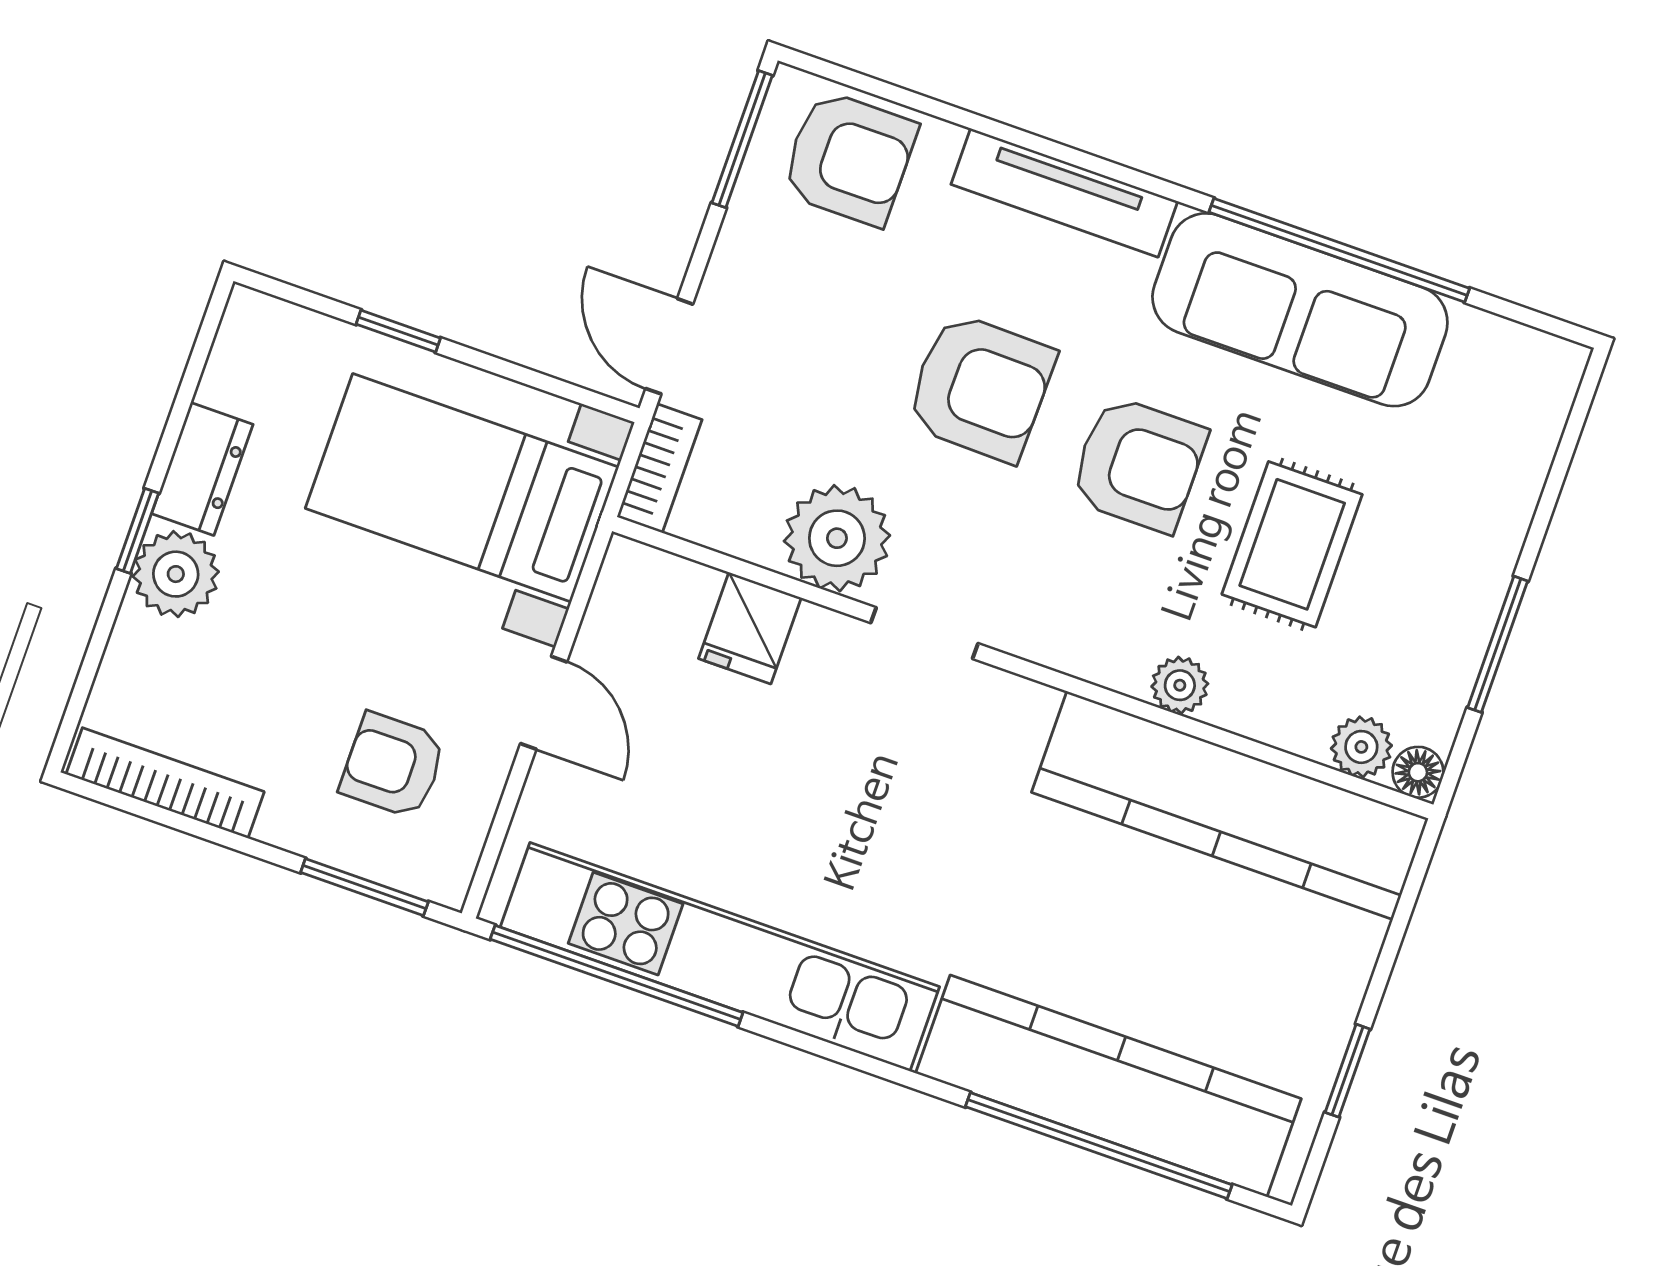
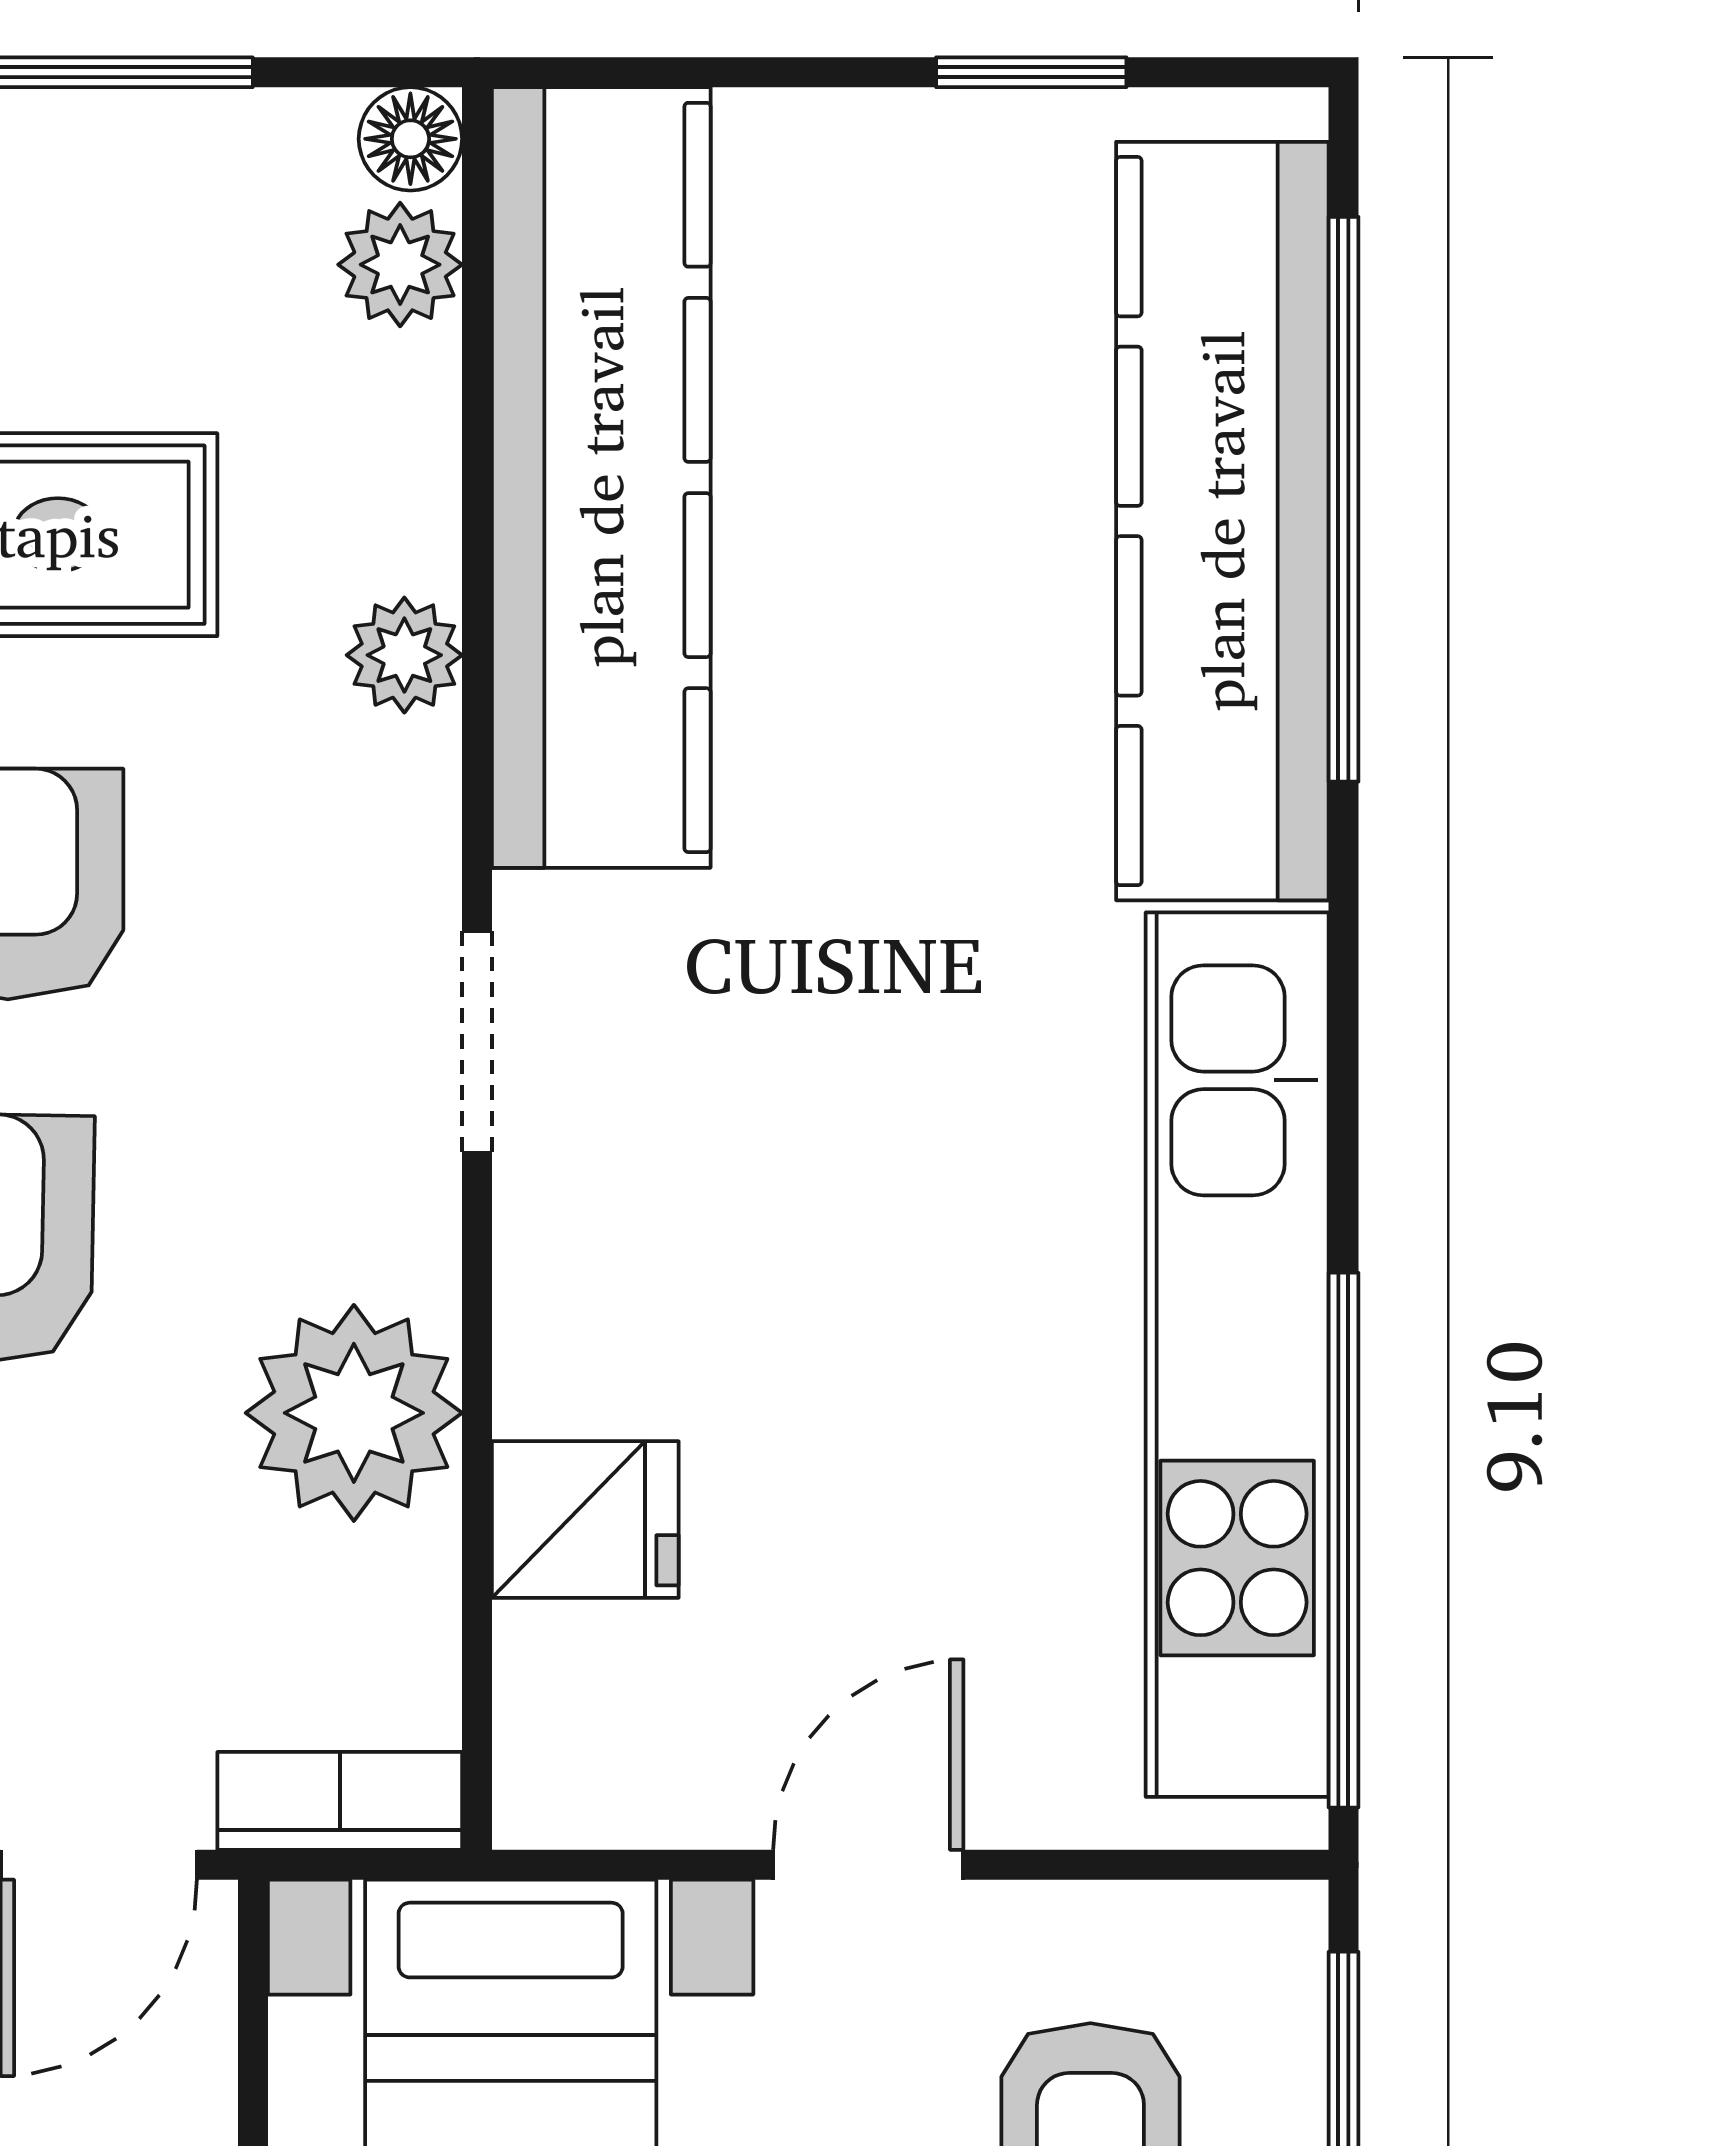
doorway: (924, 633) -> (477, 1042), moved

